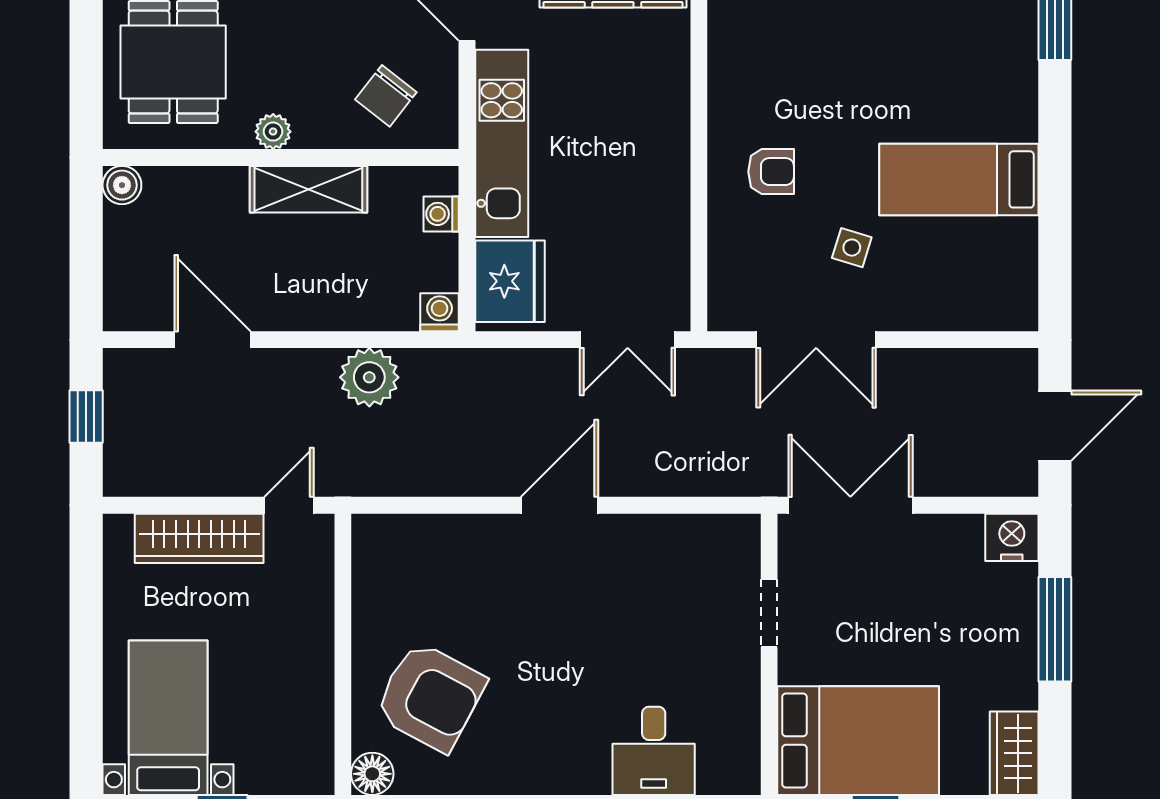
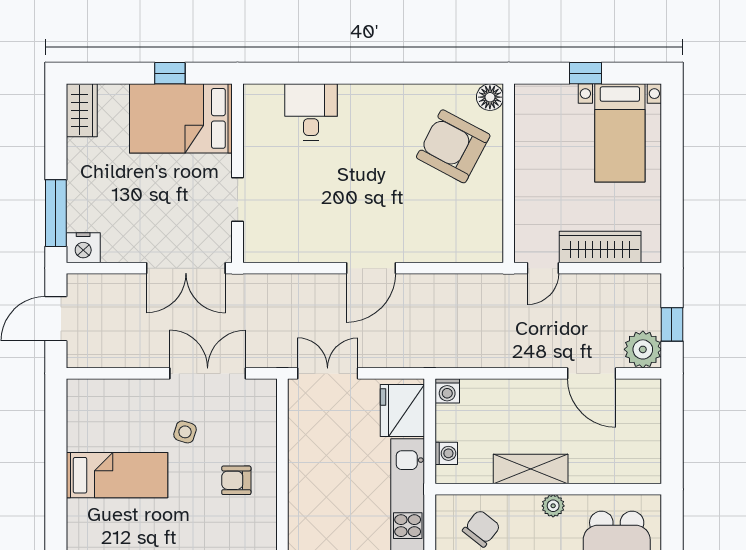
boiler: (122, 185) -> (649, 472), removed
plant: (369, 377) -> (643, 349), moved
window: (1055, 629) -> (56, 213), moved

